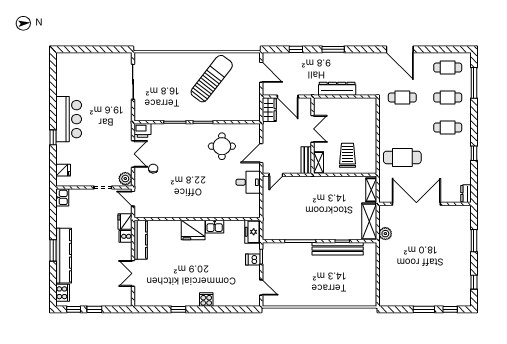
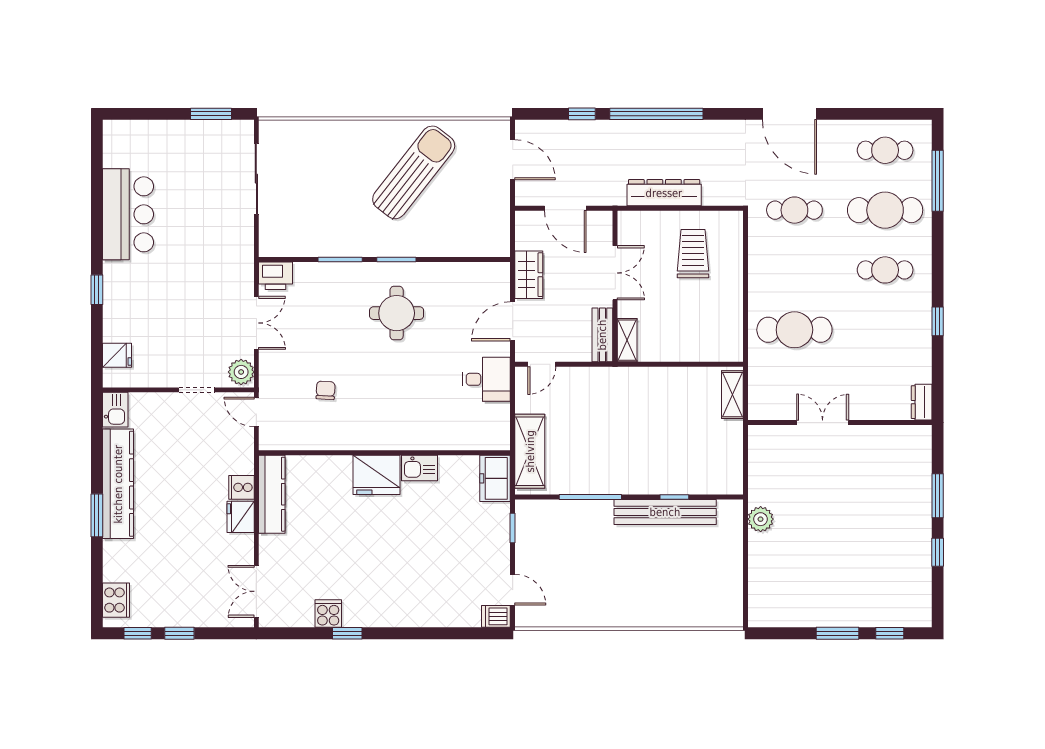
window: (110, 49) -> (211, 114), added
window: (333, 49) -> (656, 114), width x2.11
cafe table: (448, 98) -> (885, 210), width x1.37, depth x1.35
wardrobe: (269, 110) -> (529, 275), moved
bar counter: (69, 119) -> (128, 214), moved
round table: (222, 146) -> (397, 313), moved
trolley: (347, 155) -> (693, 254), moved
chair: (153, 169) -> (326, 390), moved
double door: (416, 204) -> (823, 422), width x0.54
shelving: (369, 221) -> (530, 451), moved
fridge: (125, 222) -> (241, 517), moved
plant: (385, 234) -> (761, 519), moved
kitchen counter: (64, 256) -> (118, 484), moved
dishwasher: (253, 259) -> (496, 616), moved
double door: (133, 273) -> (256, 591), moved
window: (474, 282) -> (938, 552), moved
cooker: (206, 300) -> (328, 614), moved

